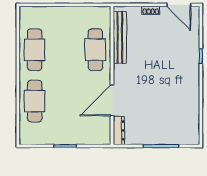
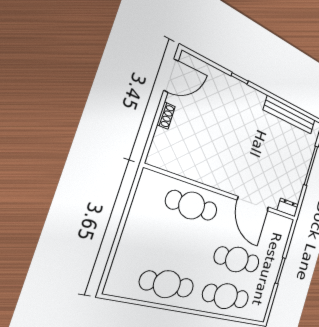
bench: (120, 38) -> (290, 115), moved
cafe table: (65, 101) -> (237, 260), added
dresser: (119, 130) -> (288, 207), width x0.70

